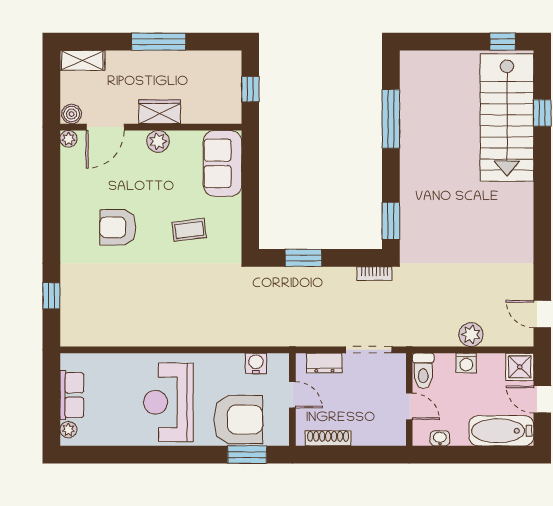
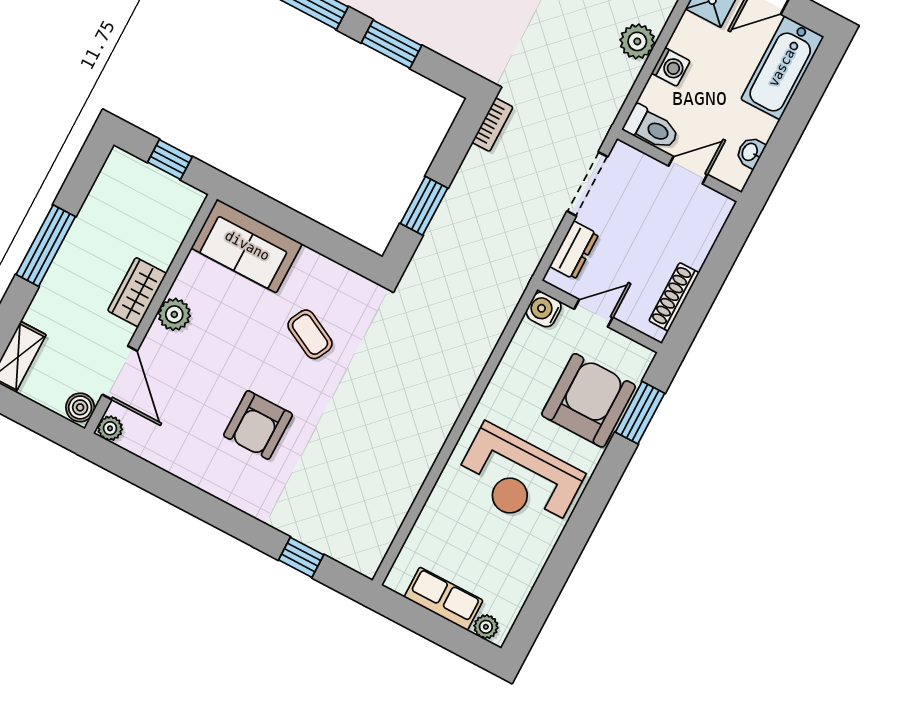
window: (391, 221) -> (391, 44), moved
coffee table: (189, 230) -> (310, 334), turned -56
water cooler: (256, 363) -> (544, 309), moved

